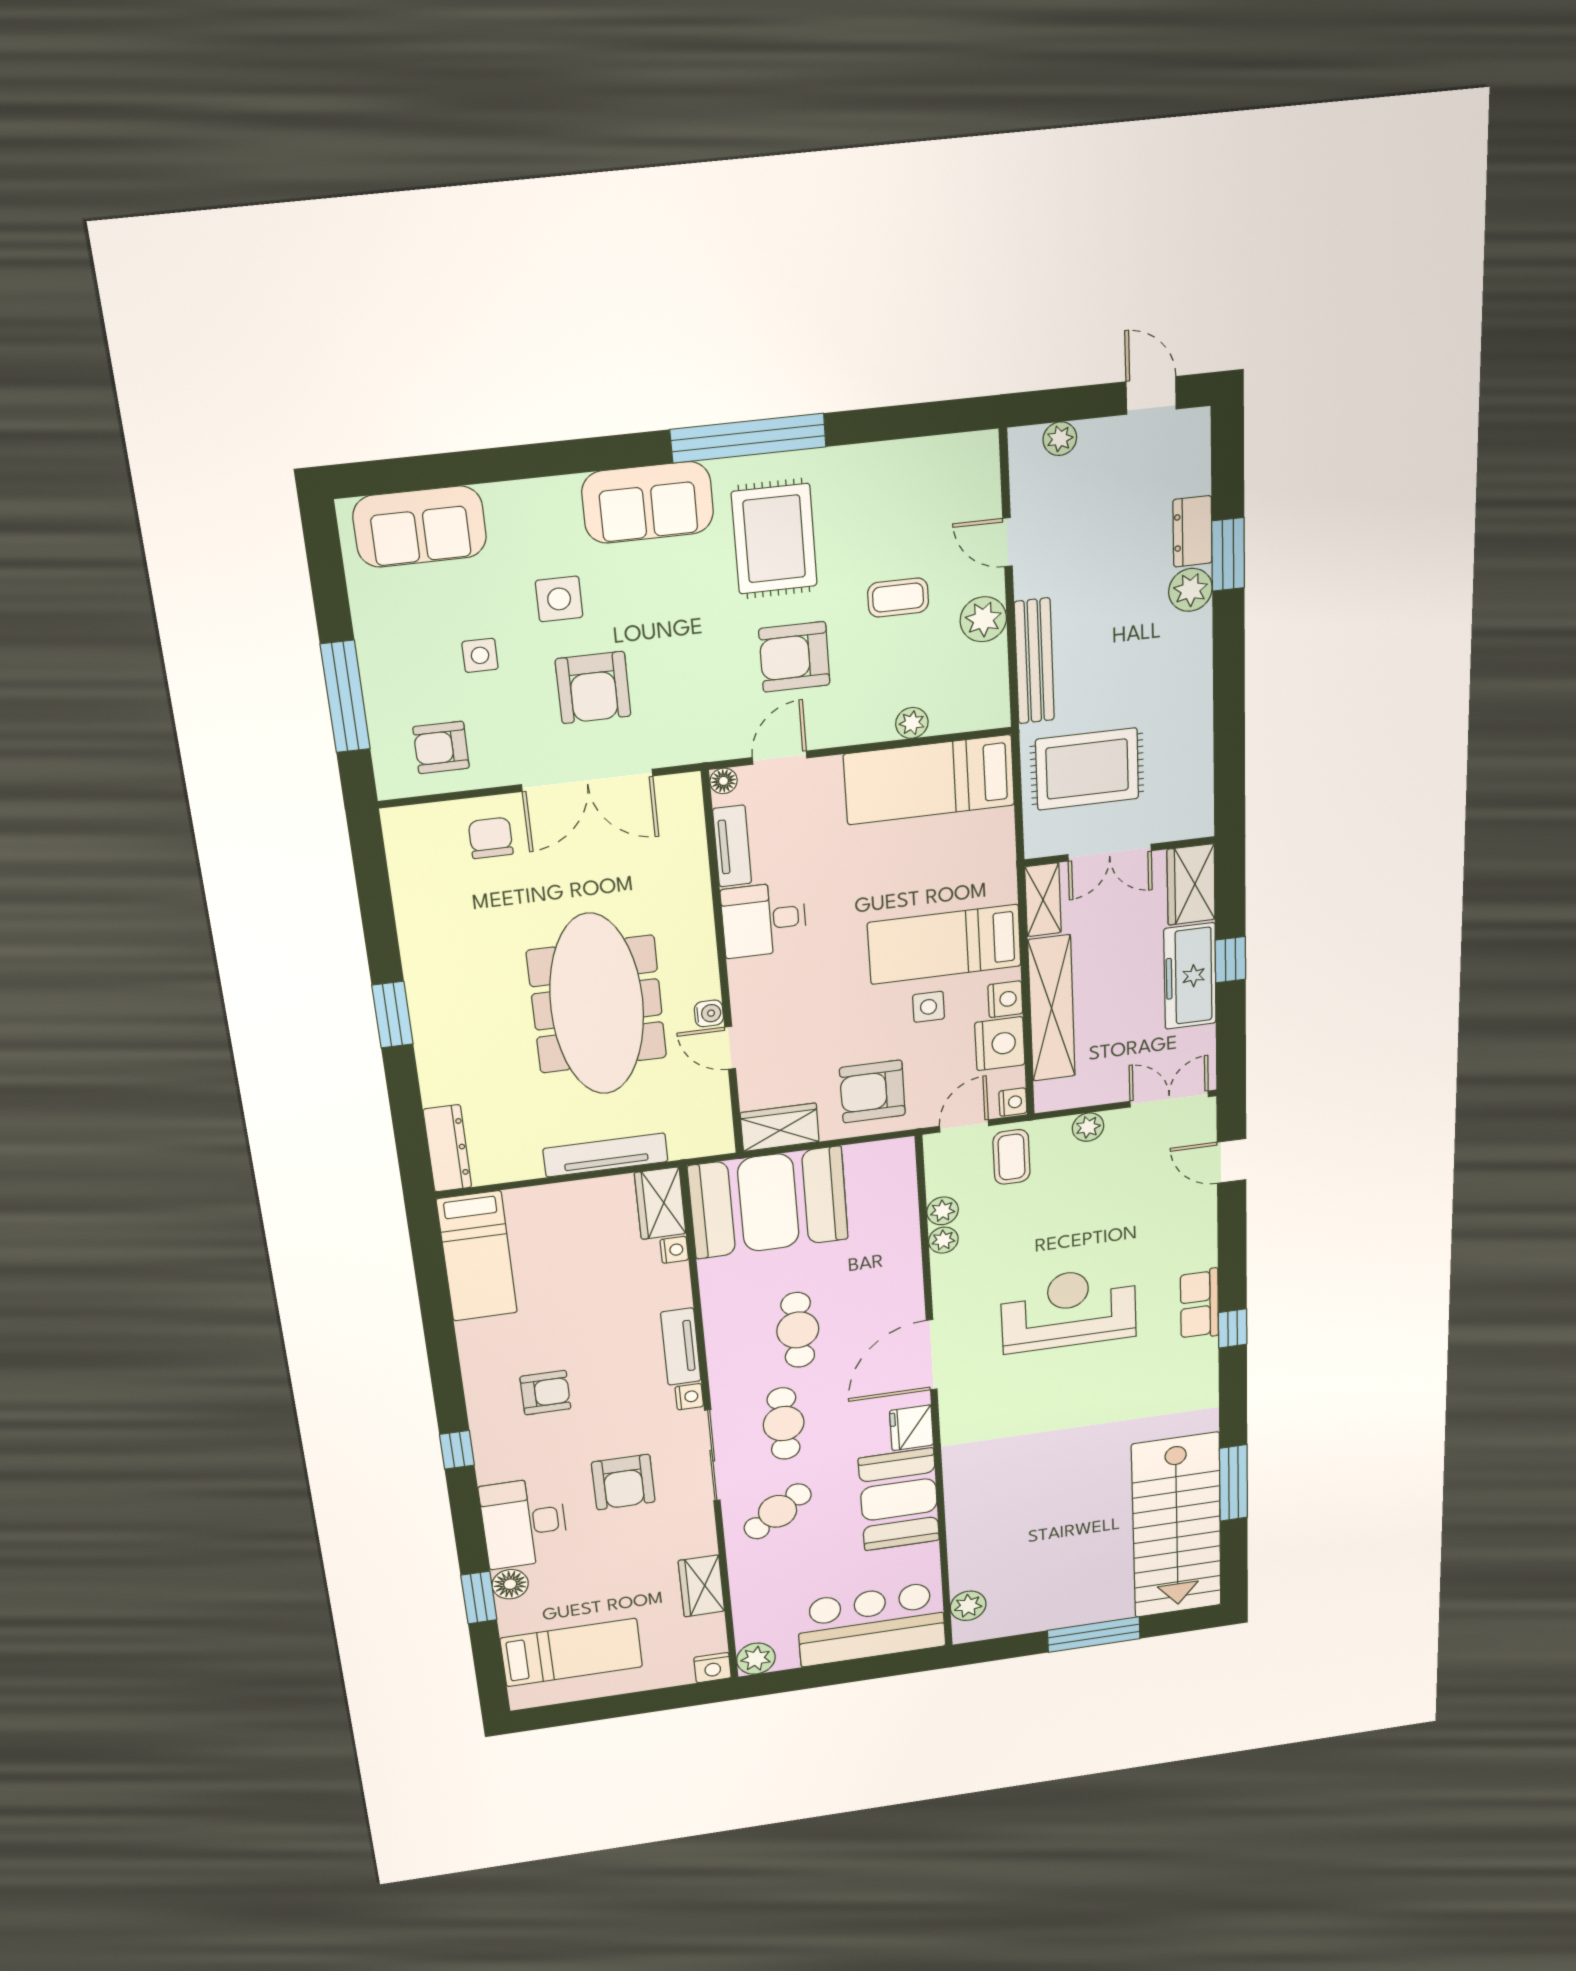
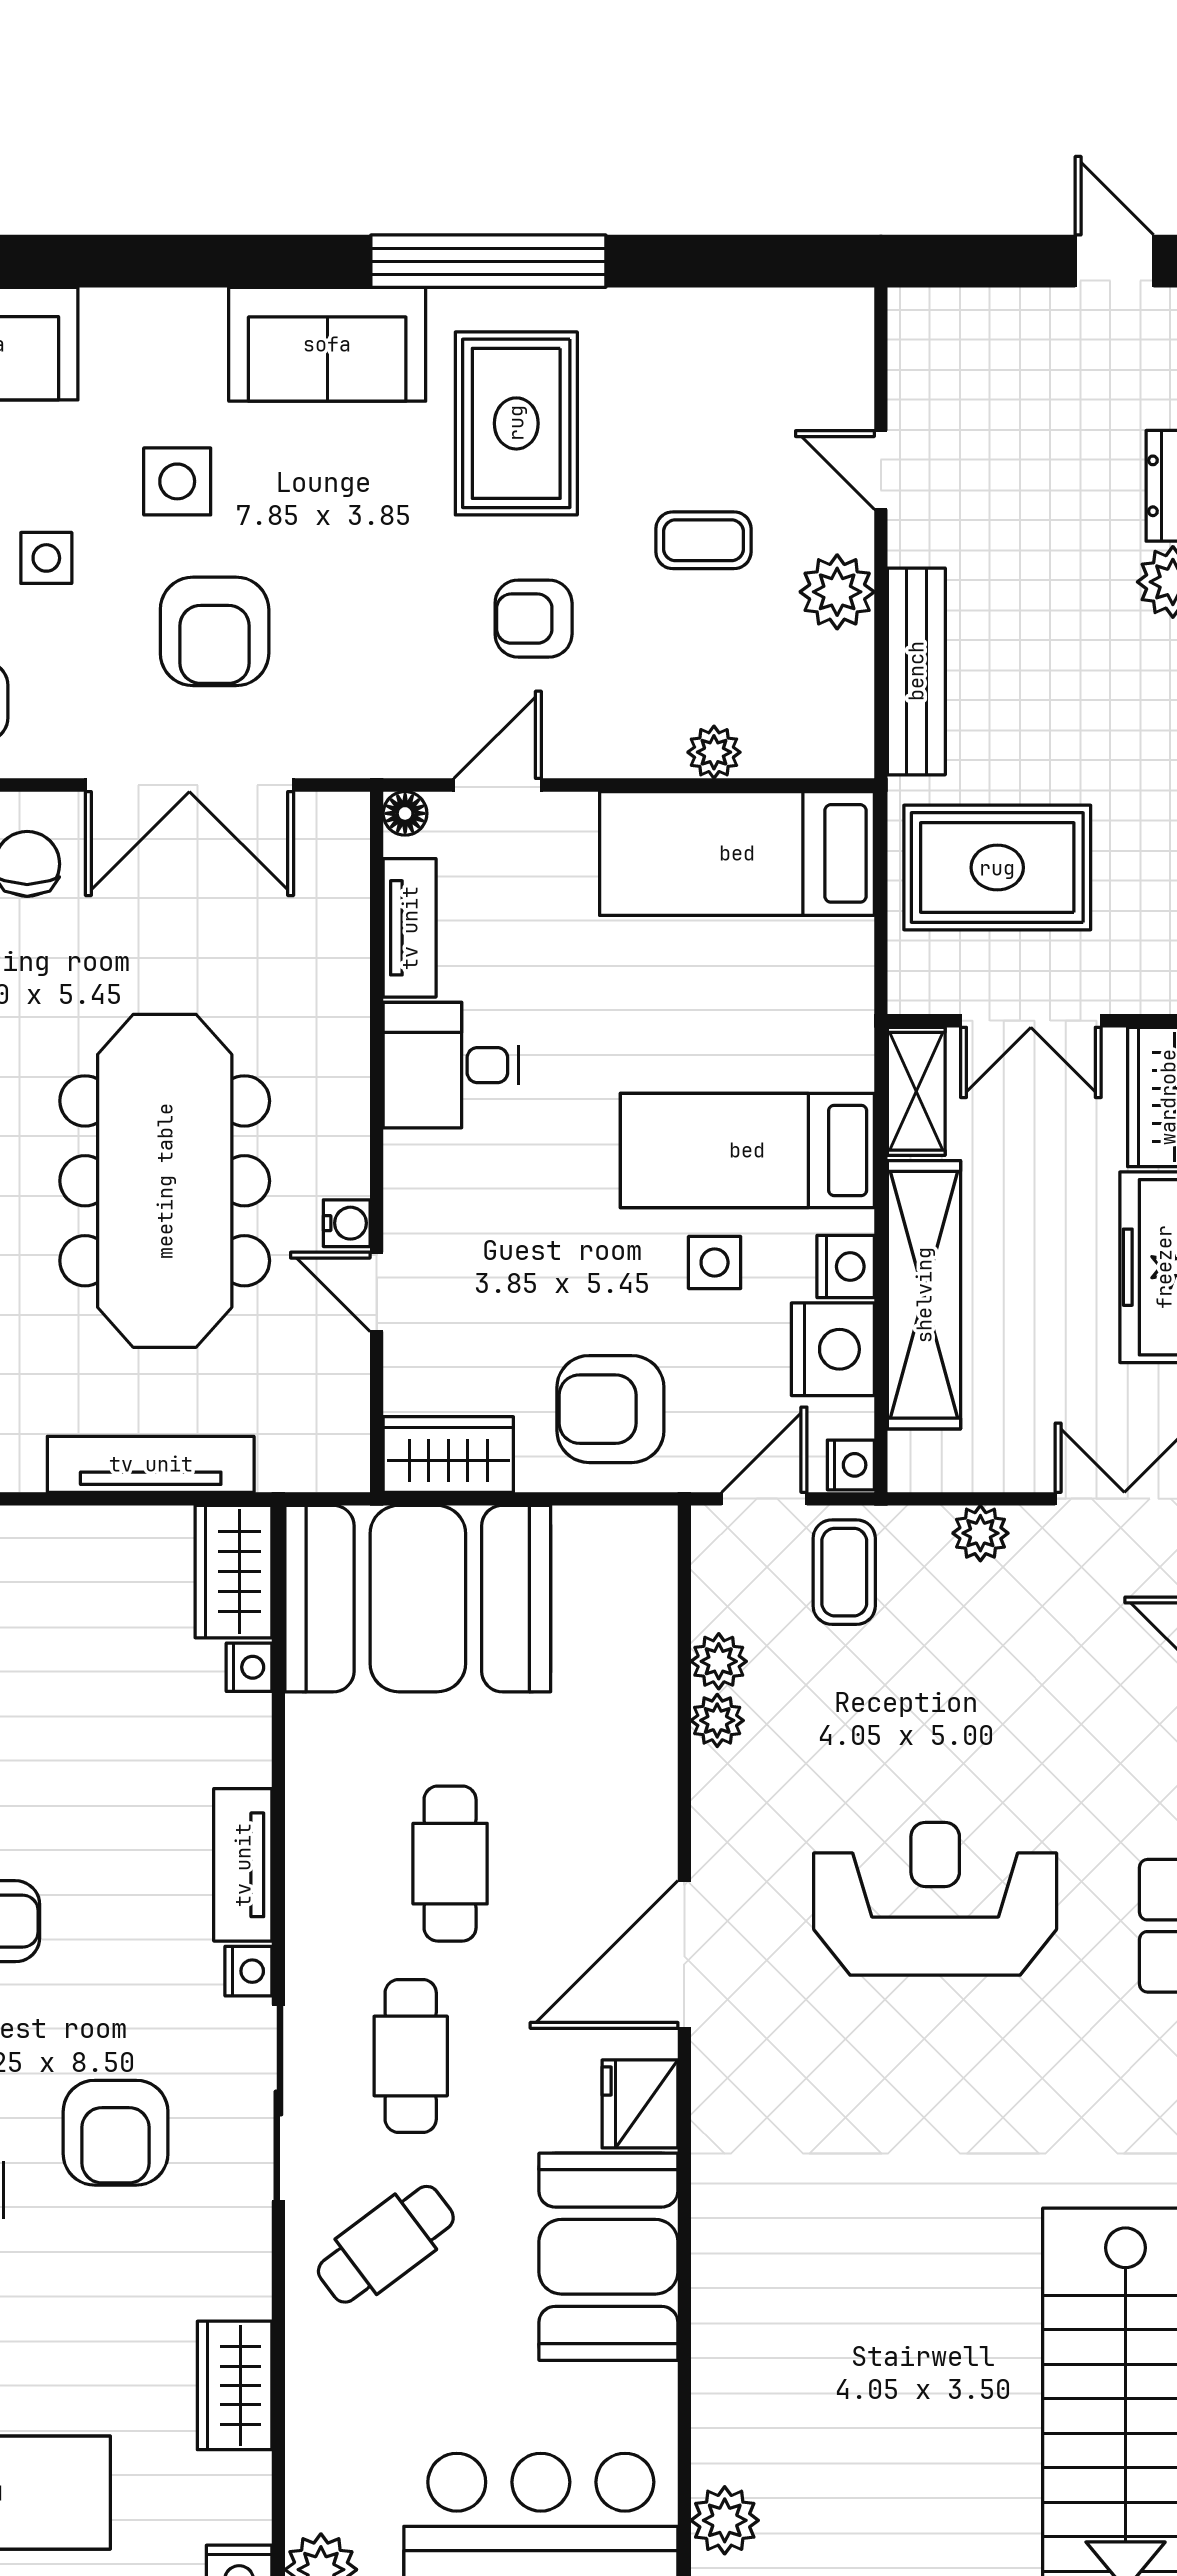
plant: (1060, 439) -> (969, 314), removed
armchair: (794, 657) -> (534, 619), width x0.72, depth x0.72

